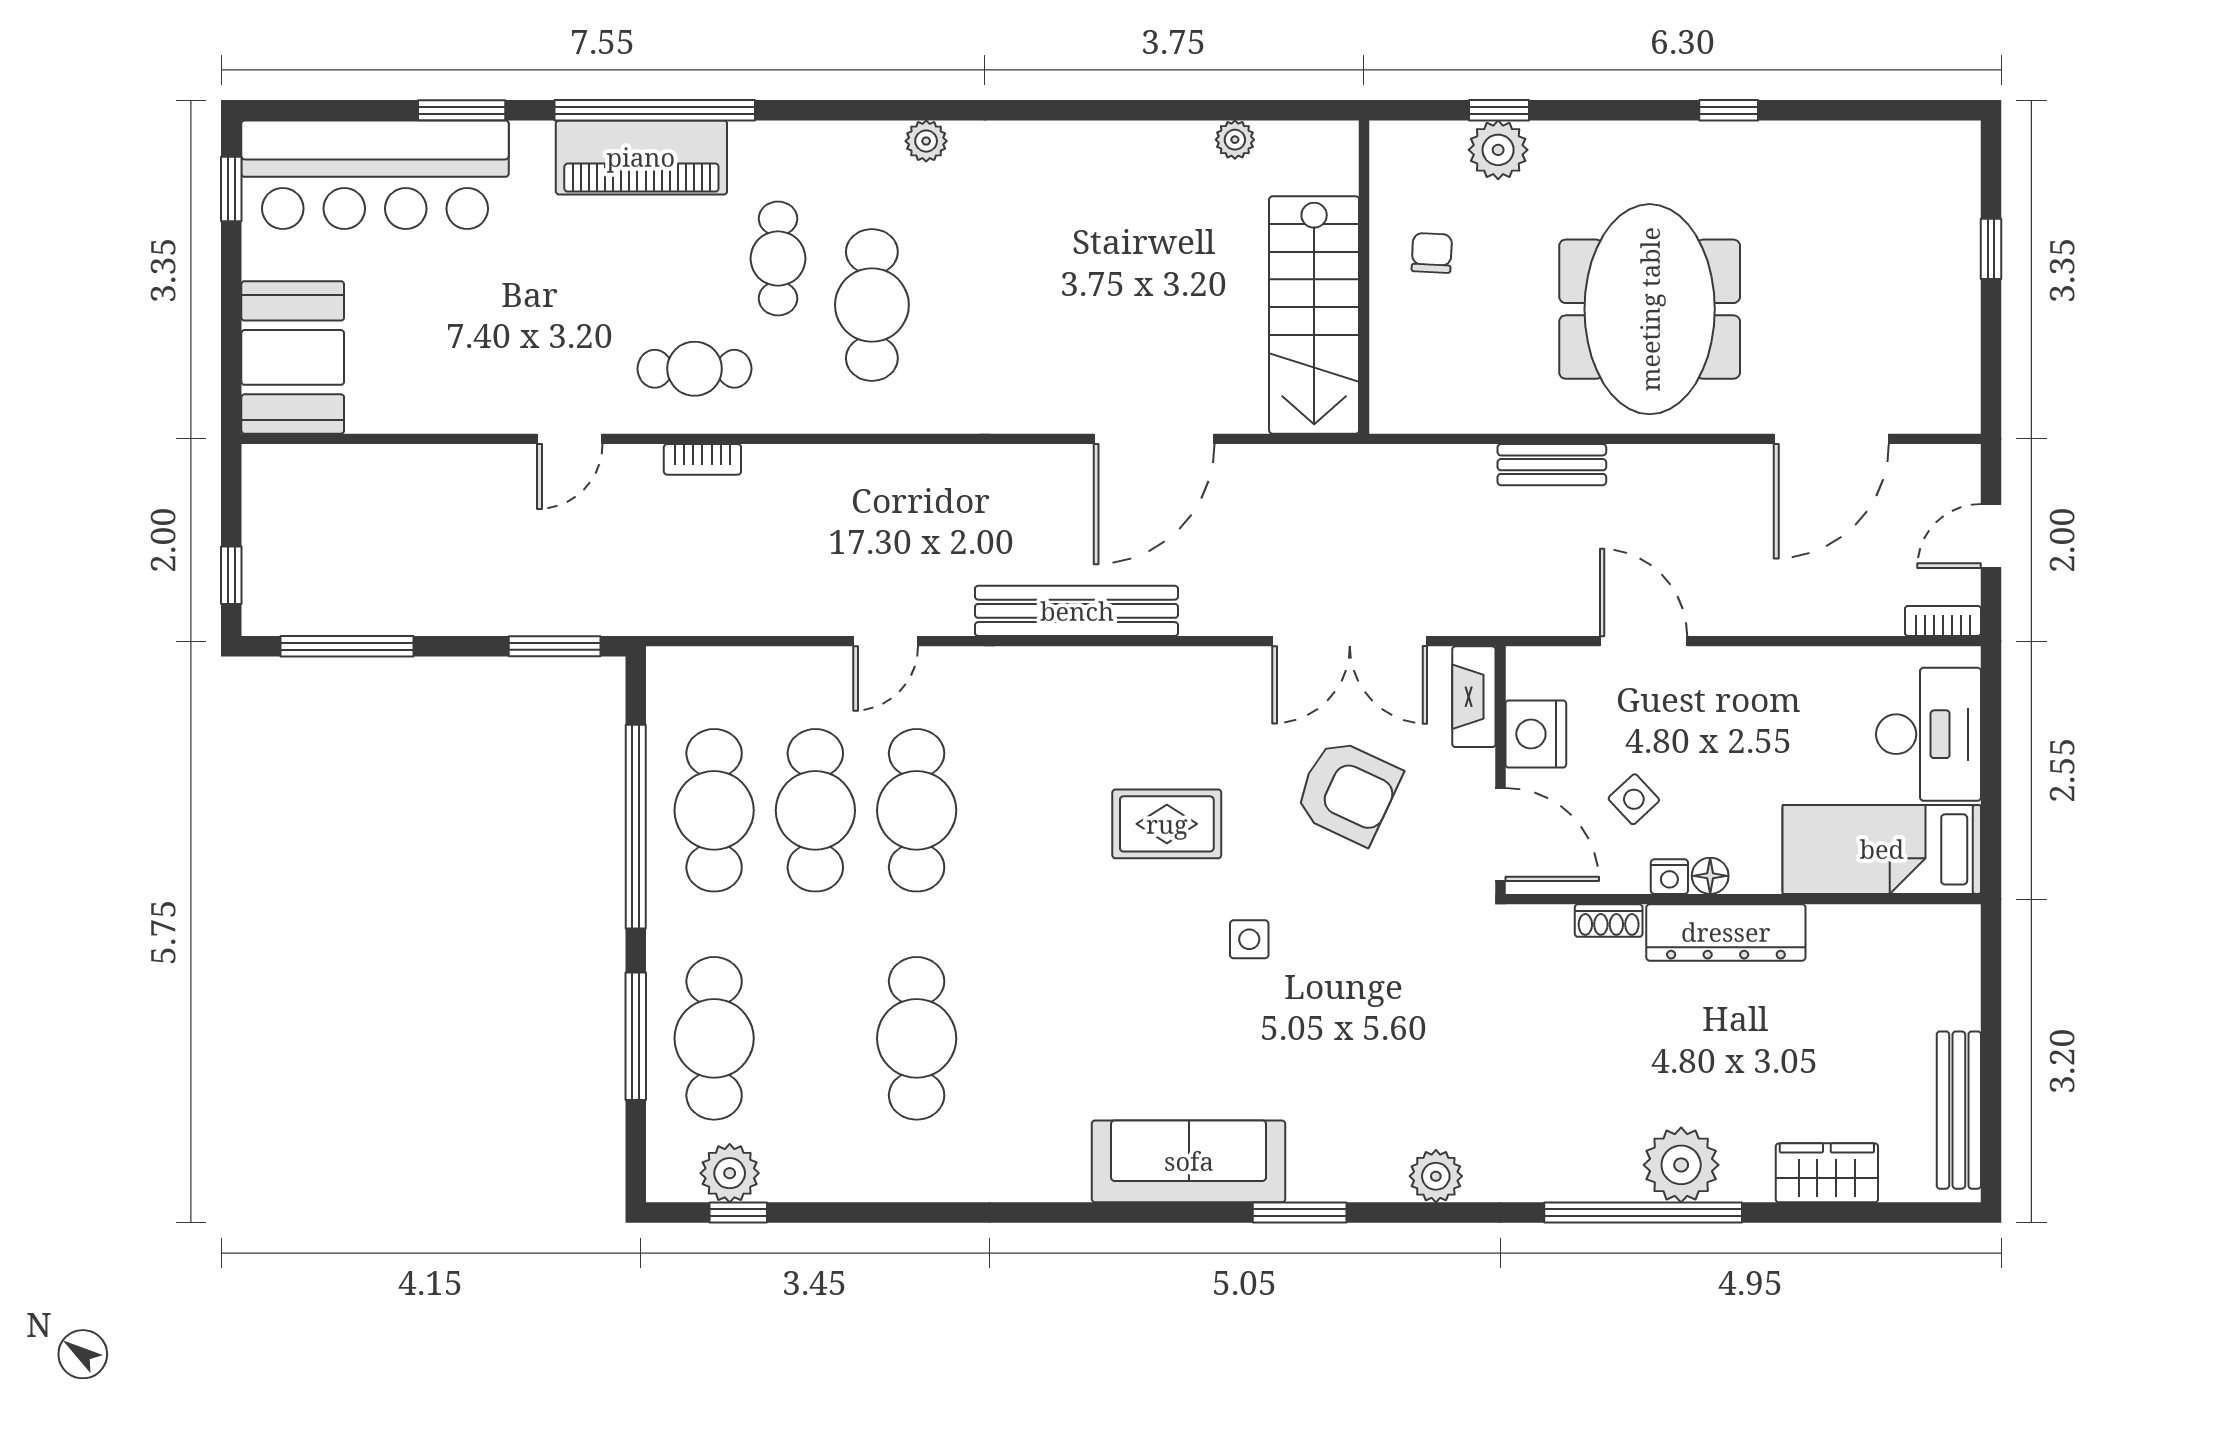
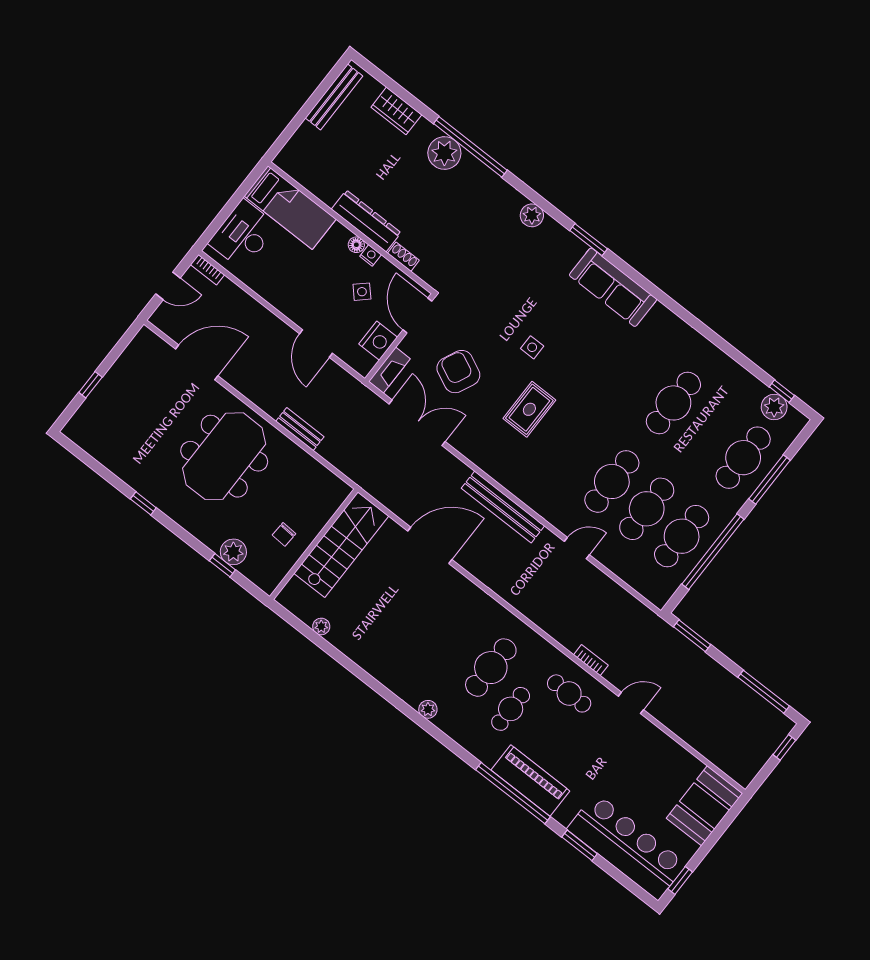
rug: (1167, 824) -> (529, 409), turned 90

